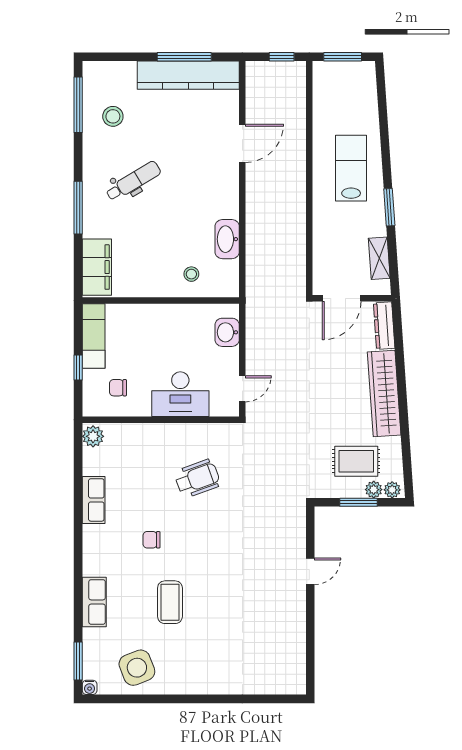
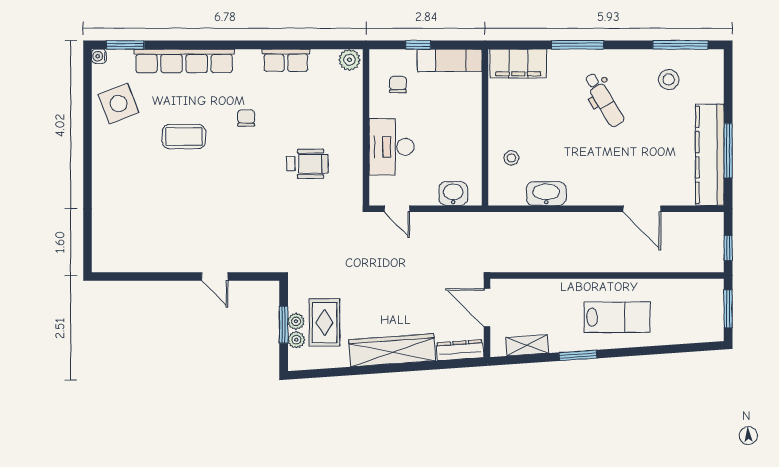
wheelchair: (197, 479) -> (307, 164), turned -70
plant: (392, 490) -> (296, 321), moved
row of seats: (94, 602) -> (184, 61), width x2.02

